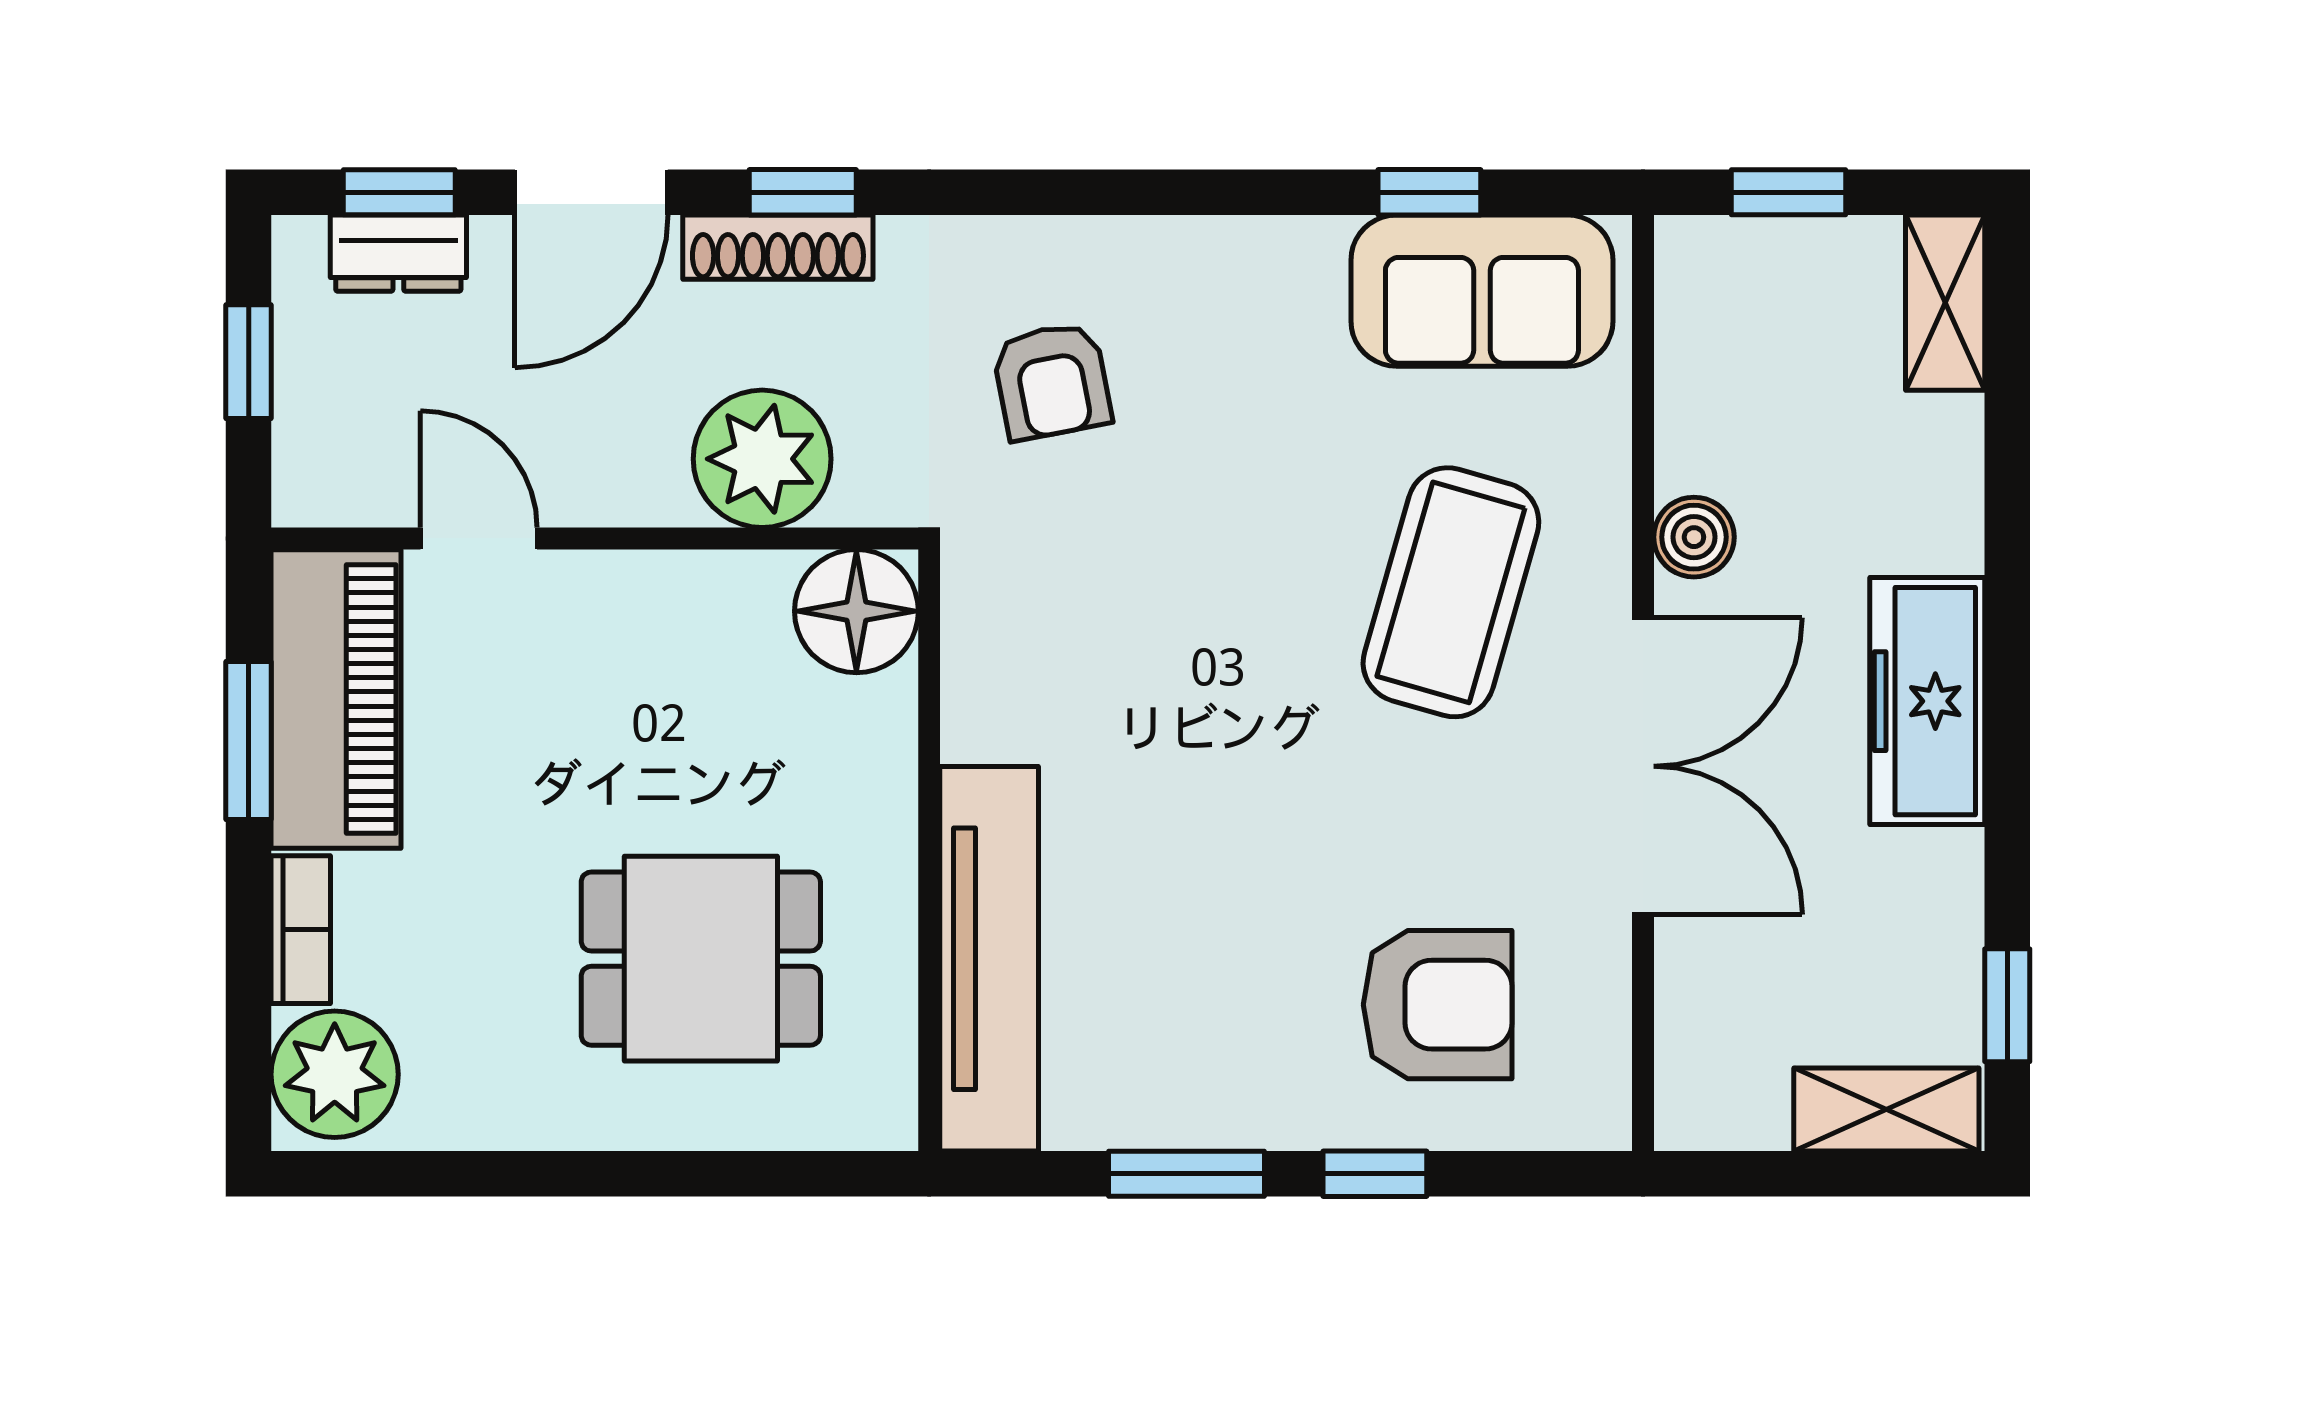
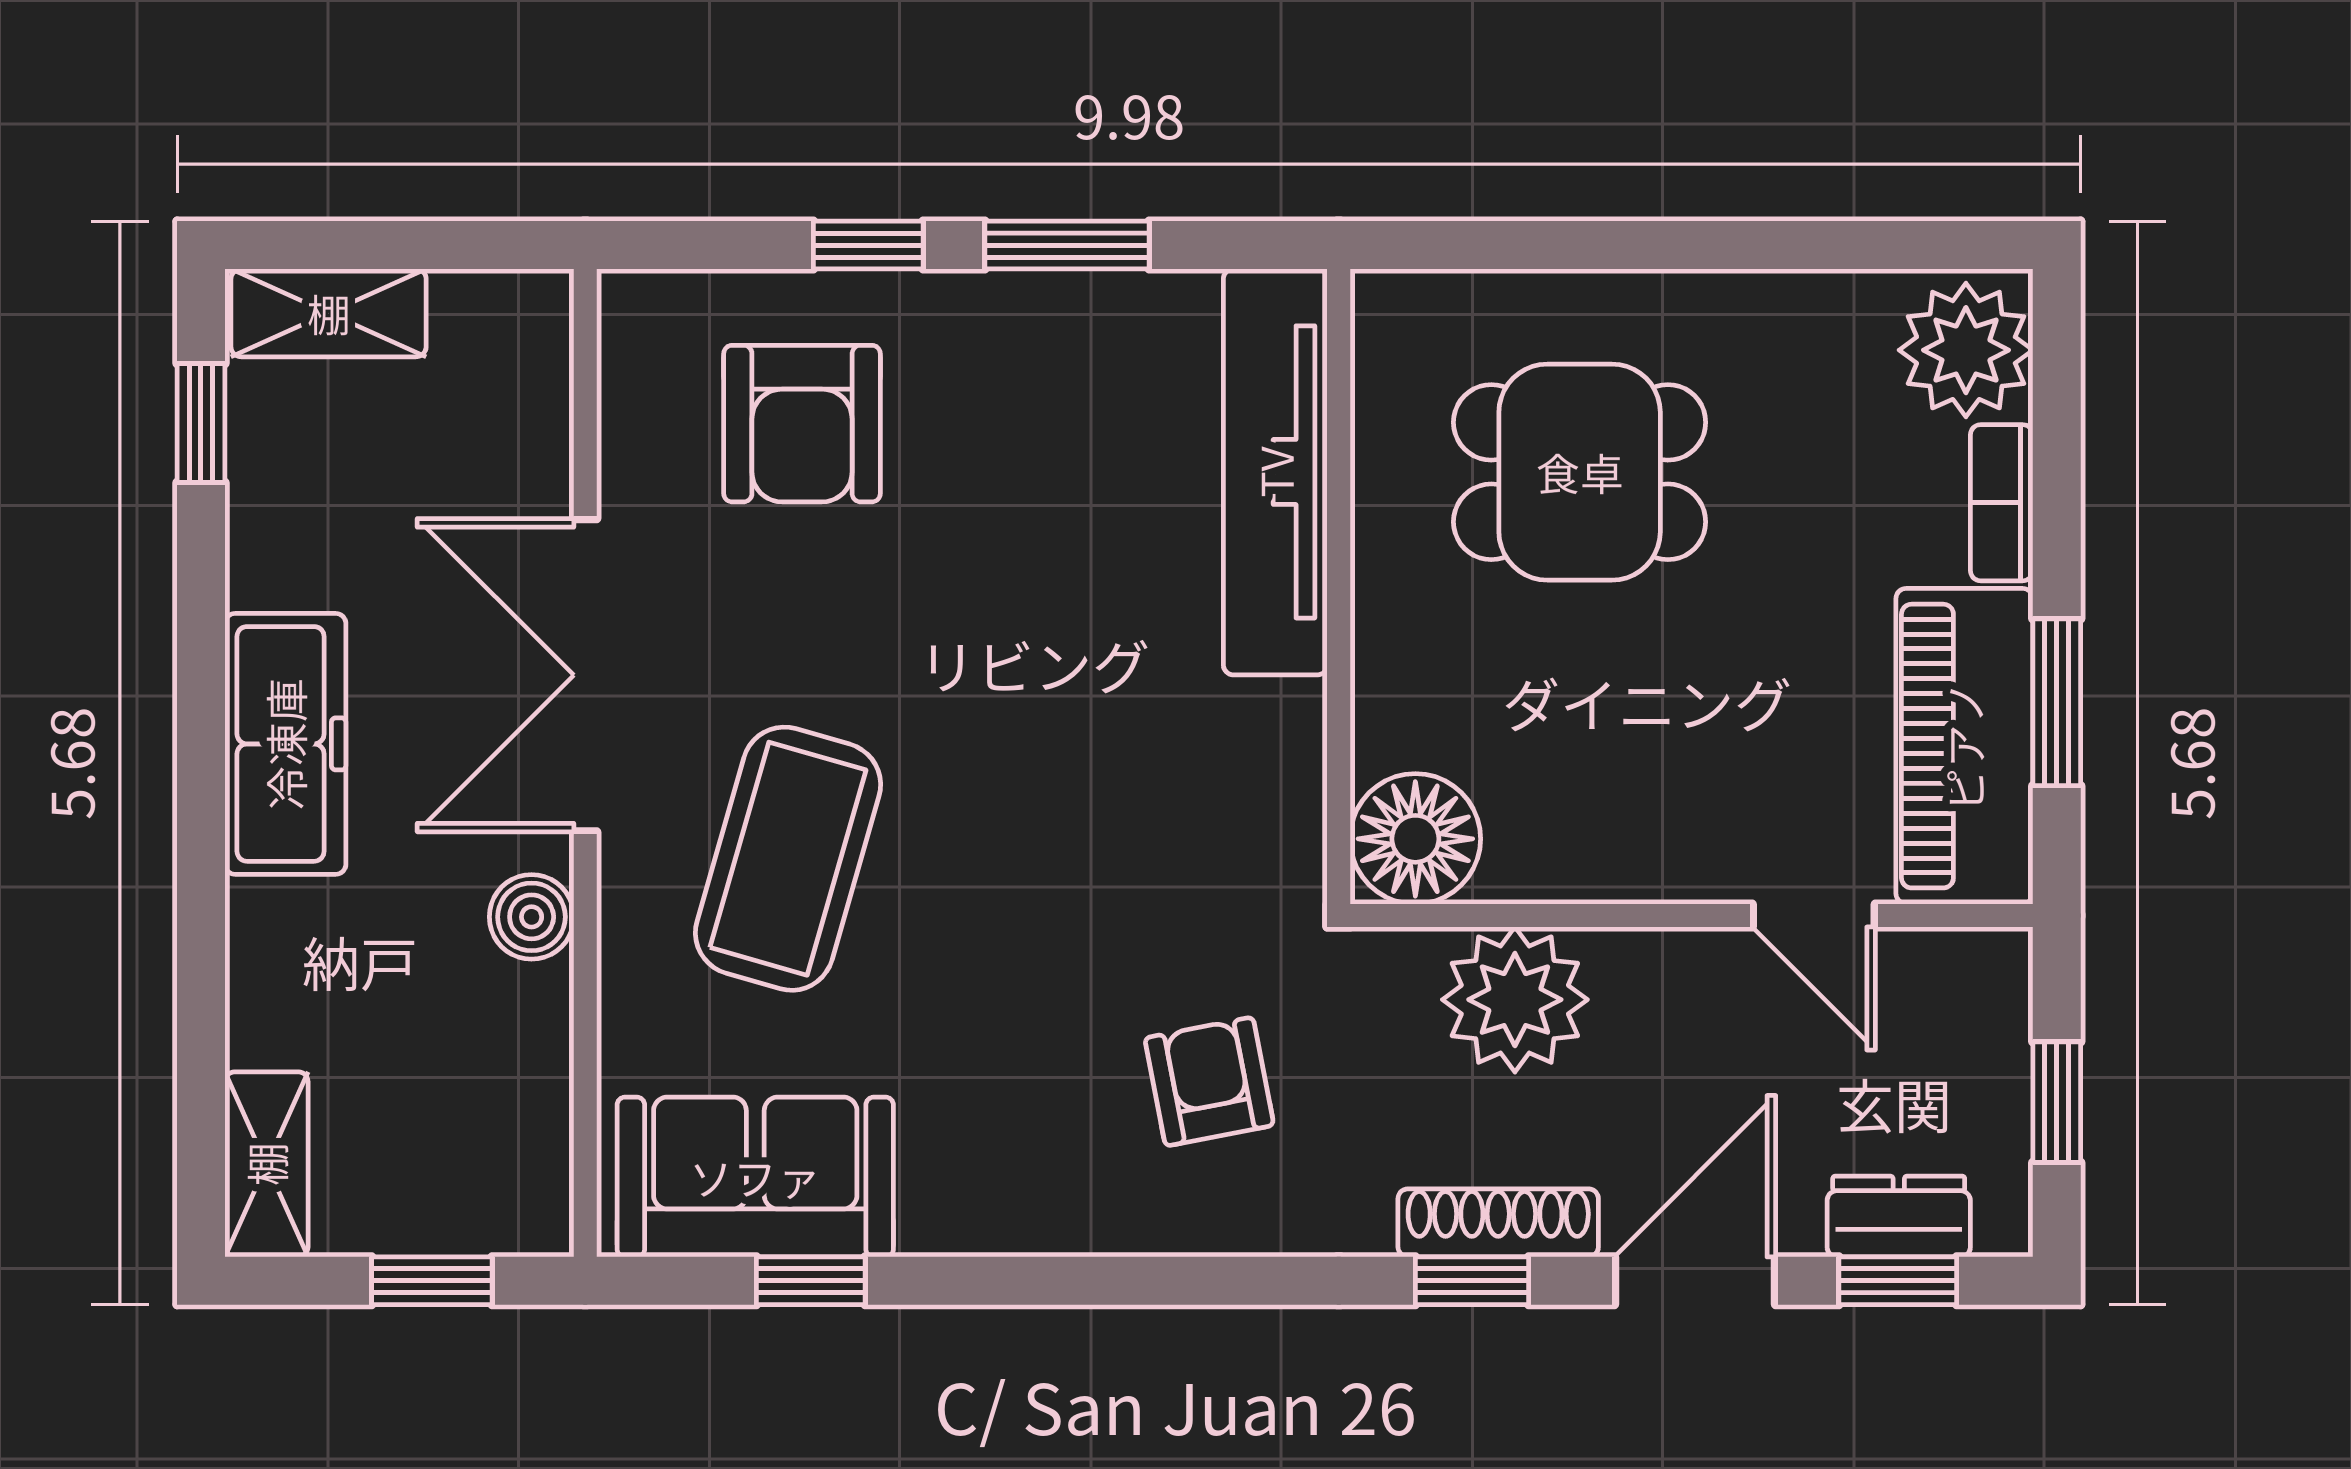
armchair: (1438, 1005) -> (802, 424), turned -90

